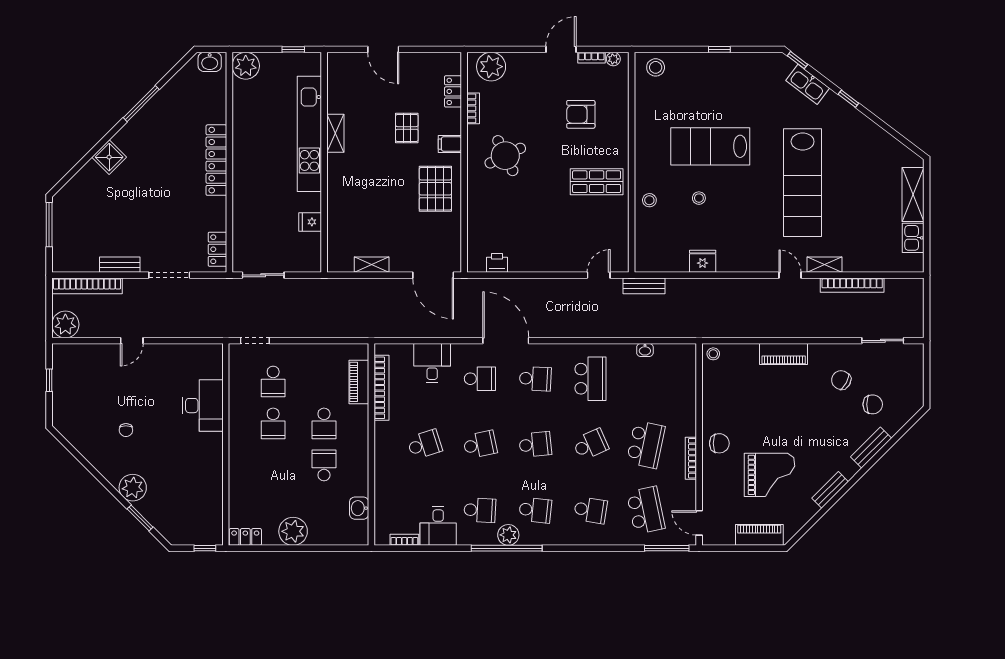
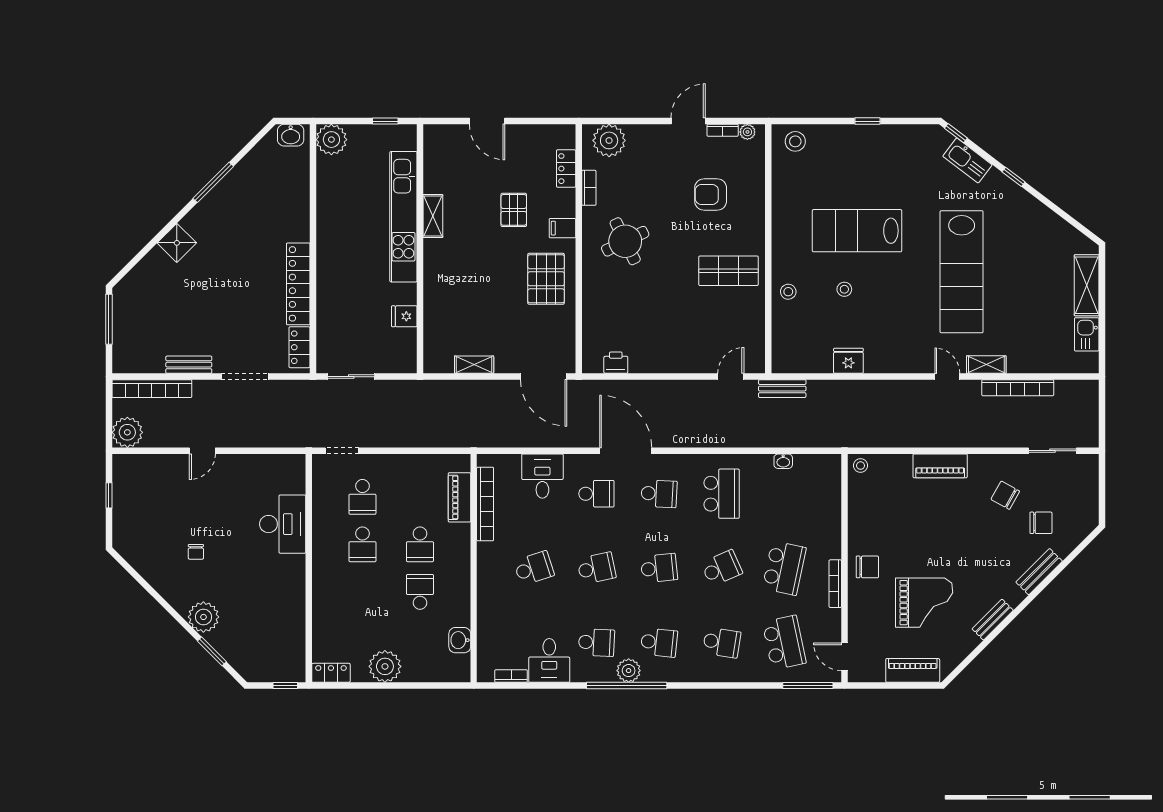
locker: (216, 160) -> (298, 284), moved

